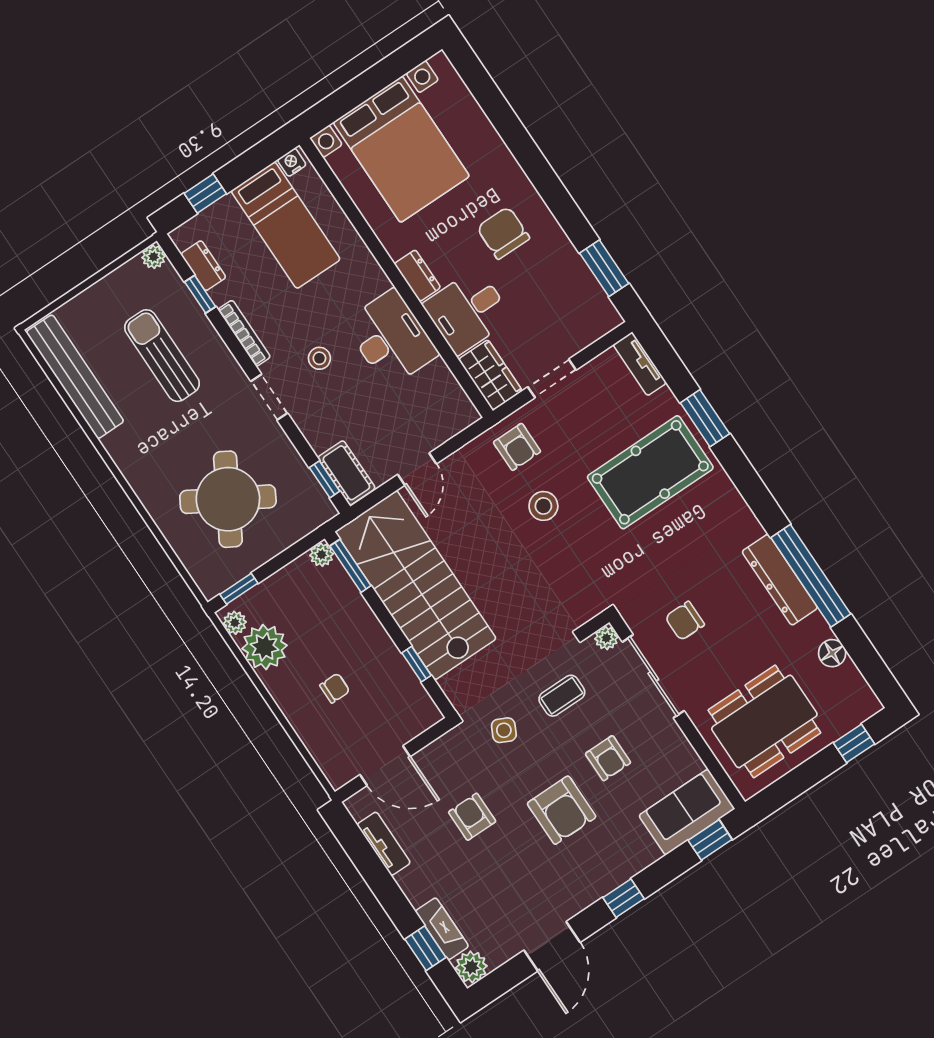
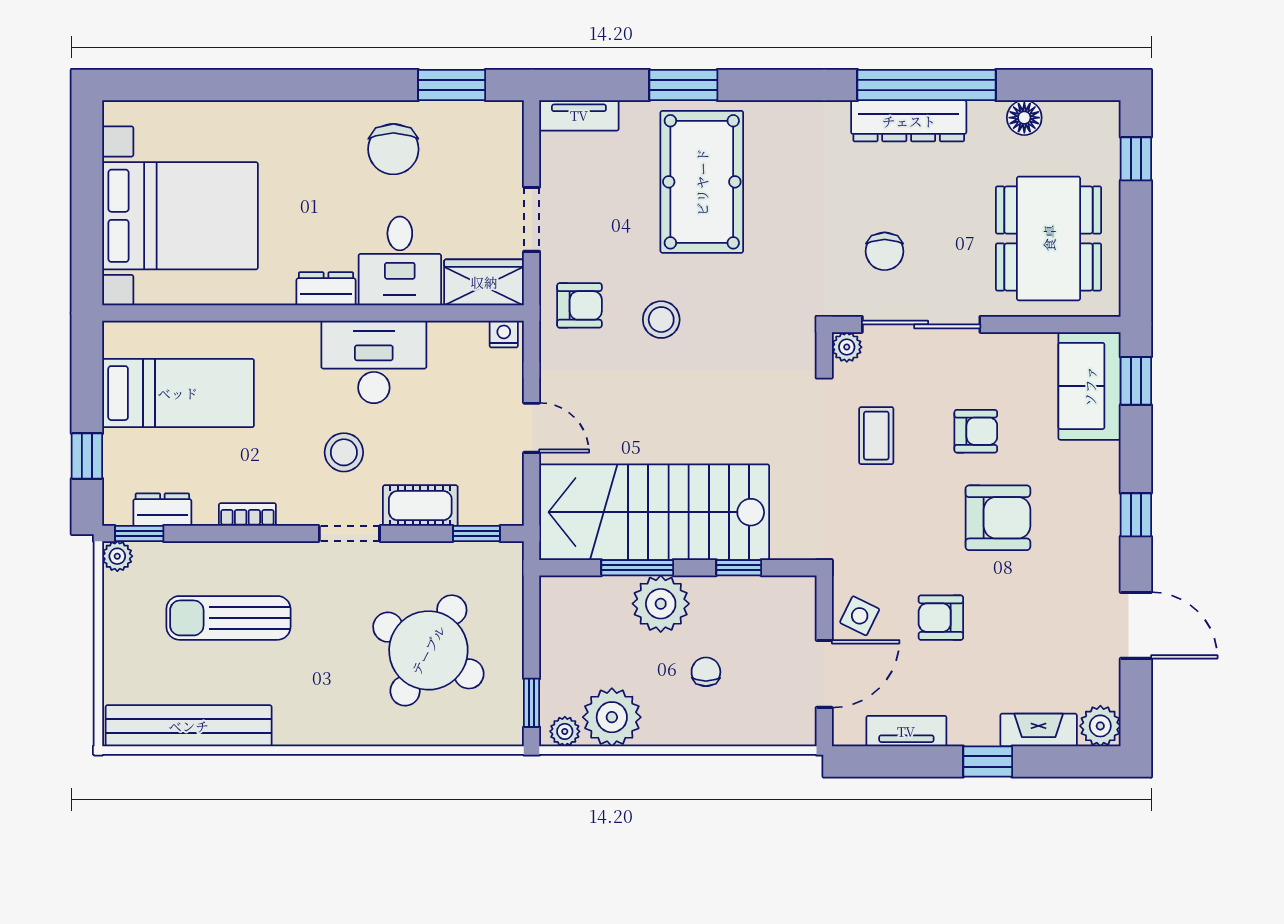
nightstand: (292, 162) -> (504, 334), moved, turned 90
chair: (503, 233) -> (393, 149), moved, turned -90
window: (200, 294) -> (139, 533), moved
bookcase: (244, 333) -> (247, 514), width x0.64
stool: (319, 358) -> (344, 452), width x1.37, depth x1.37
cot: (346, 473) -> (420, 506), moved
plant: (322, 555) -> (661, 604), moved, width x1.87, depth x1.87
window: (350, 566) -> (637, 568), moved
side table: (504, 730) -> (860, 616), moved
window: (425, 948) -> (988, 762), moved

